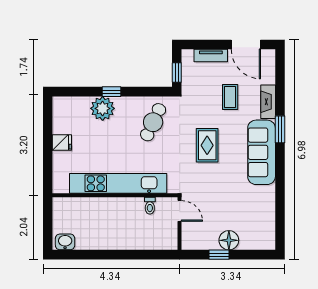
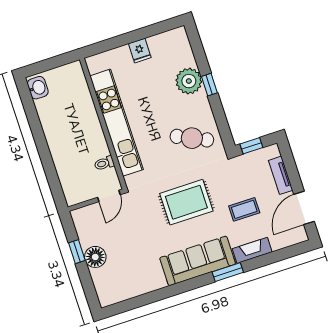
rug: (207, 145) -> (186, 202), width x1.36, depth x1.43

